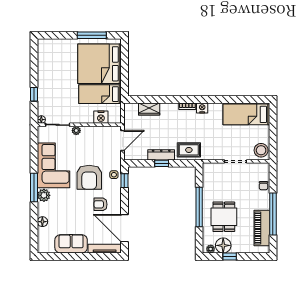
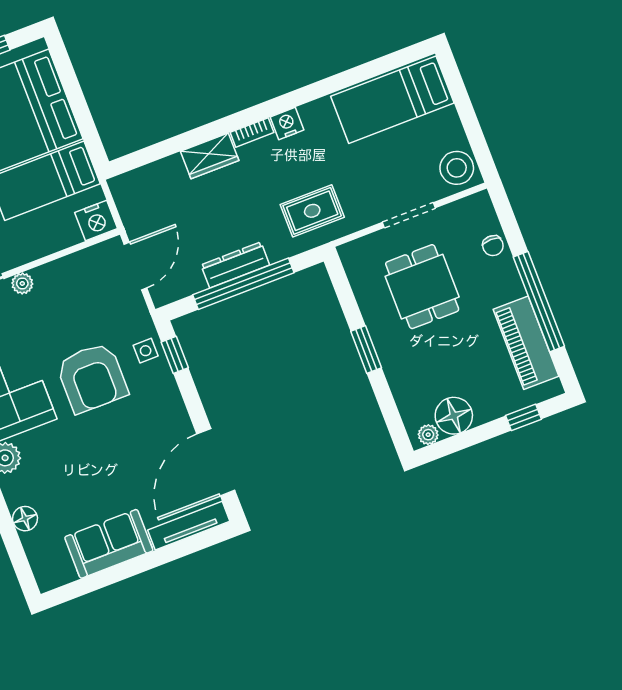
wardrobe: (149, 109) -> (210, 156), moved
nightstand: (101, 117) -> (96, 221), moved
rug: (189, 150) -> (312, 211), moved
window: (162, 163) -> (243, 284), width x3.17
armchair: (101, 204) -> (141, 429), removed
window: (199, 207) -> (366, 349), width x0.47
dining table: (224, 217) -> (422, 287), moved
door: (124, 228) -> (216, 462), hinge flipped
window: (230, 256) -> (524, 417), moved

